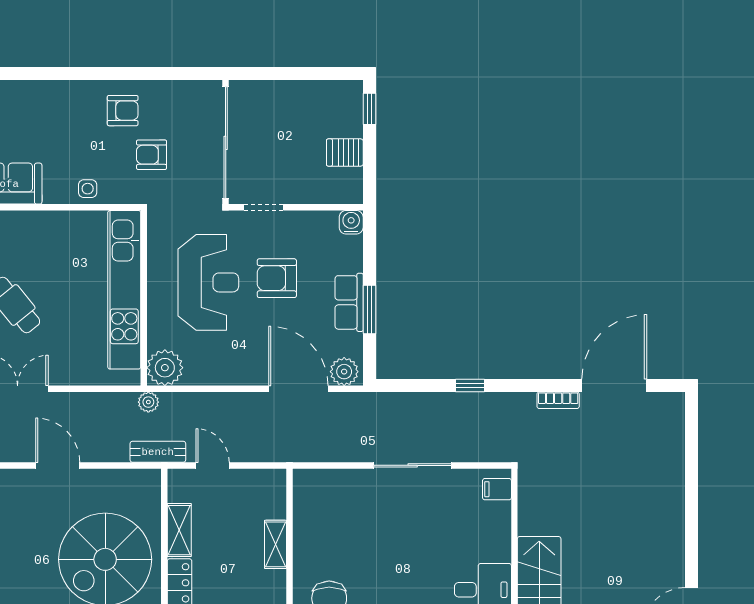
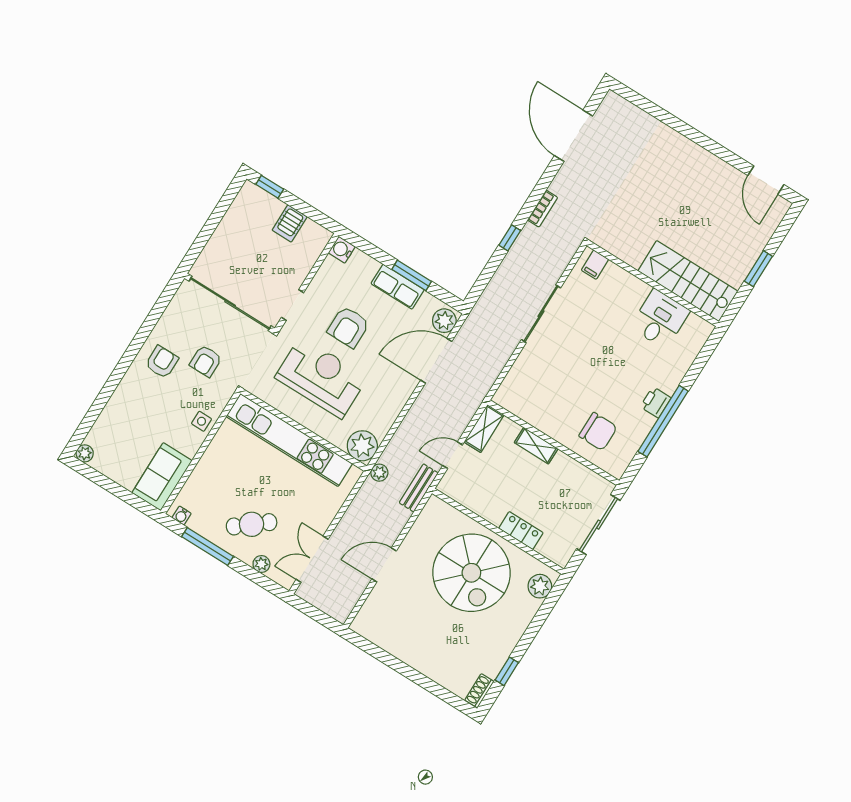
bookcase: (558, 400) -> (543, 209), moved
shelving: (179, 530) -> (484, 428), moved, turned 90

